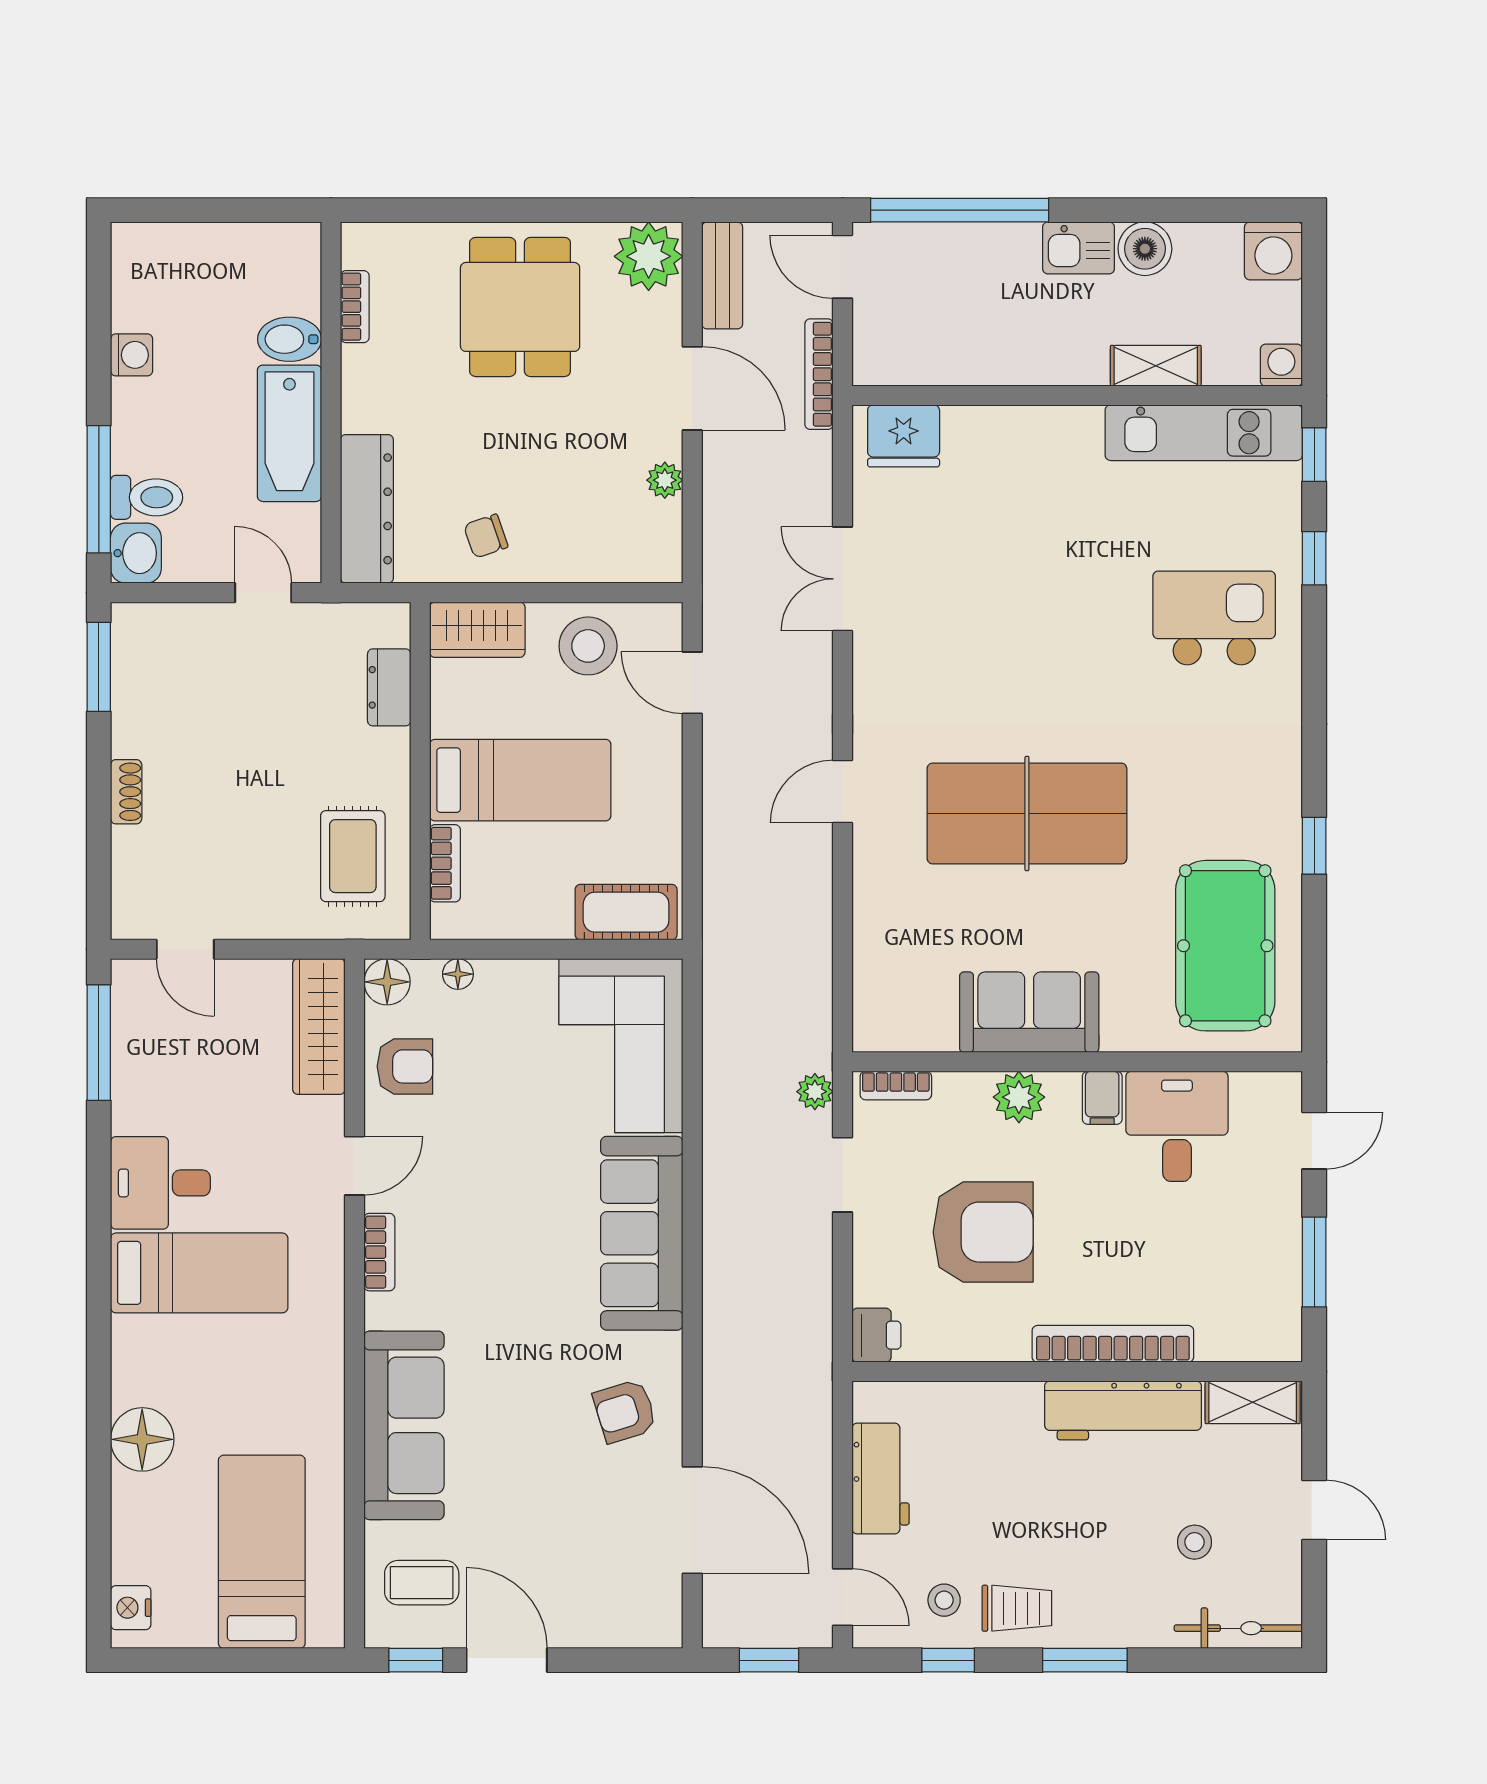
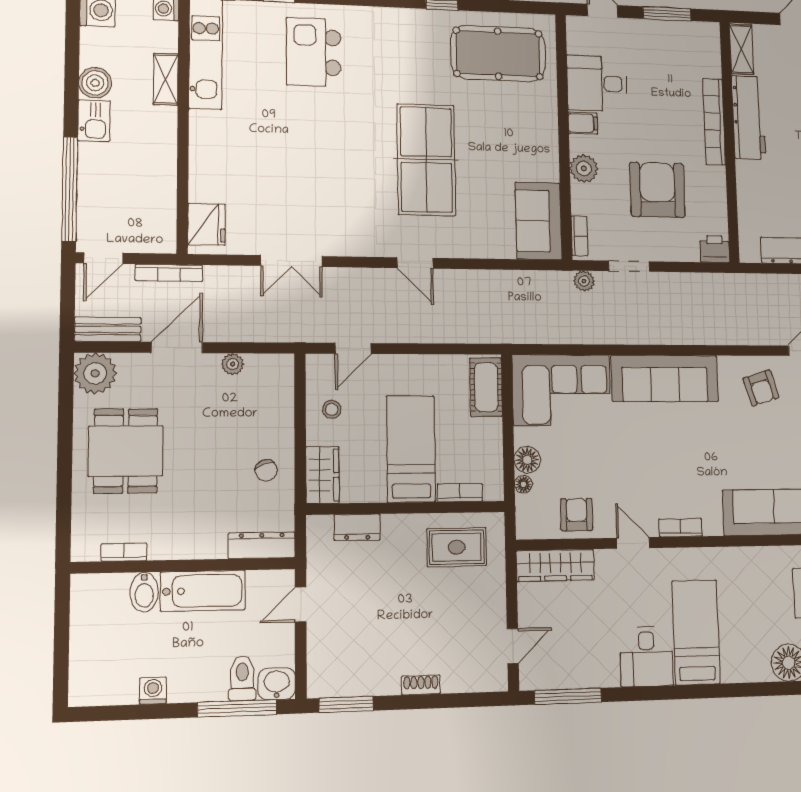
dining table: (520, 307) -> (126, 451), turned 90
dresser: (367, 509) -> (262, 545), width x0.73, depth x0.80
stool: (588, 646) -> (332, 409), width x0.53, depth x0.53
floor lamp: (387, 982) -> (527, 460), moved
sofa: (1029, 1012) -> (539, 221), moved

